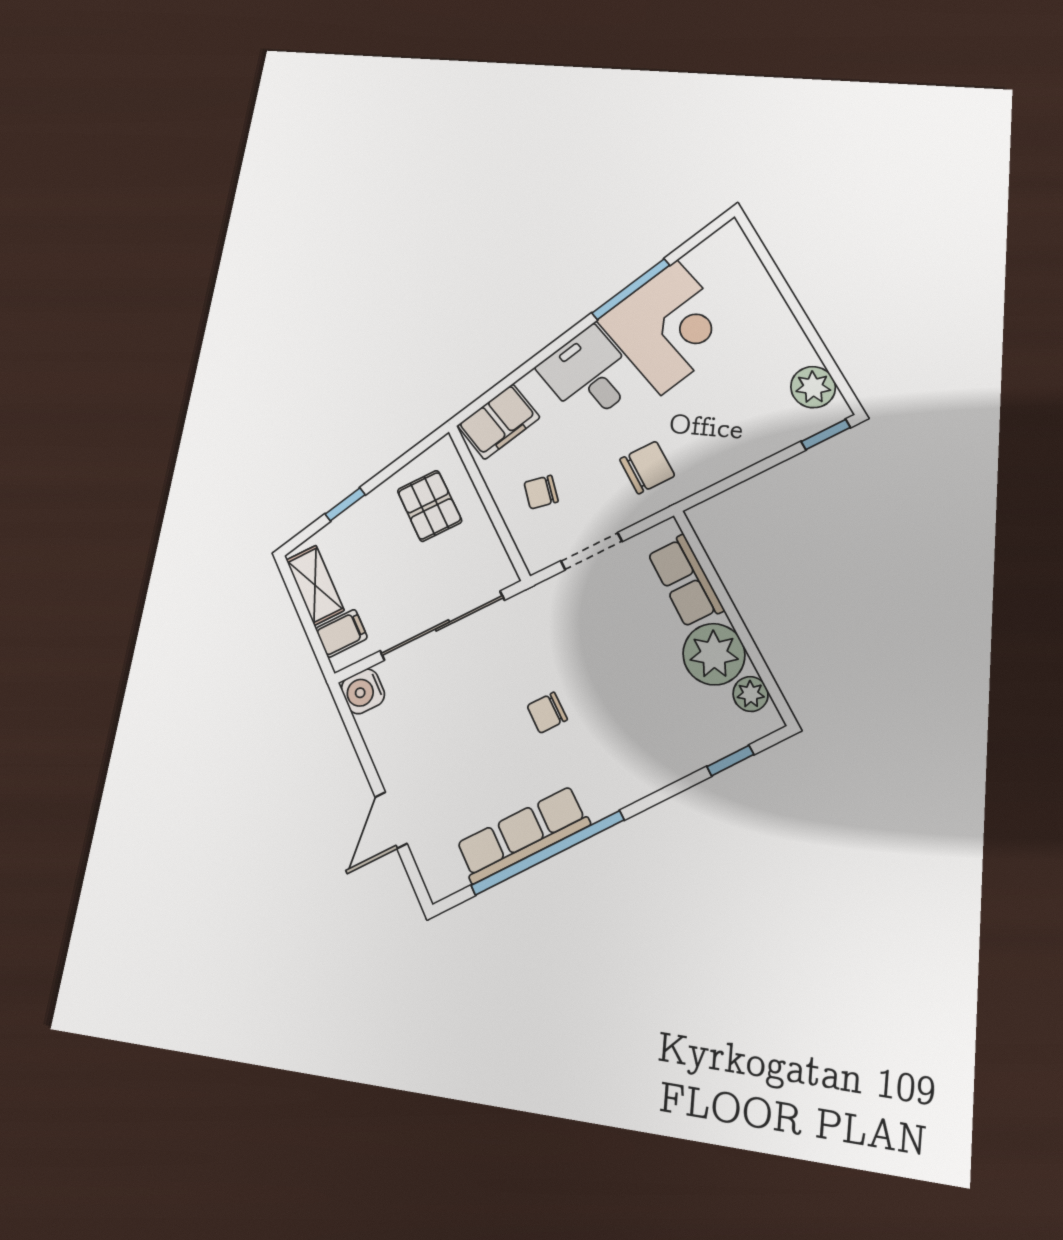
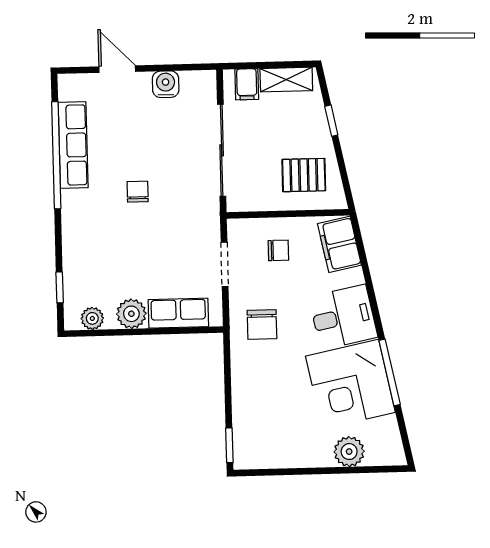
plant: (813, 387) -> (349, 452), moved
chair: (541, 492) -> (278, 250), turned 78
plant: (714, 654) -> (131, 314), width x0.73, depth x0.73
water cooler: (363, 691) -> (166, 84), moved

